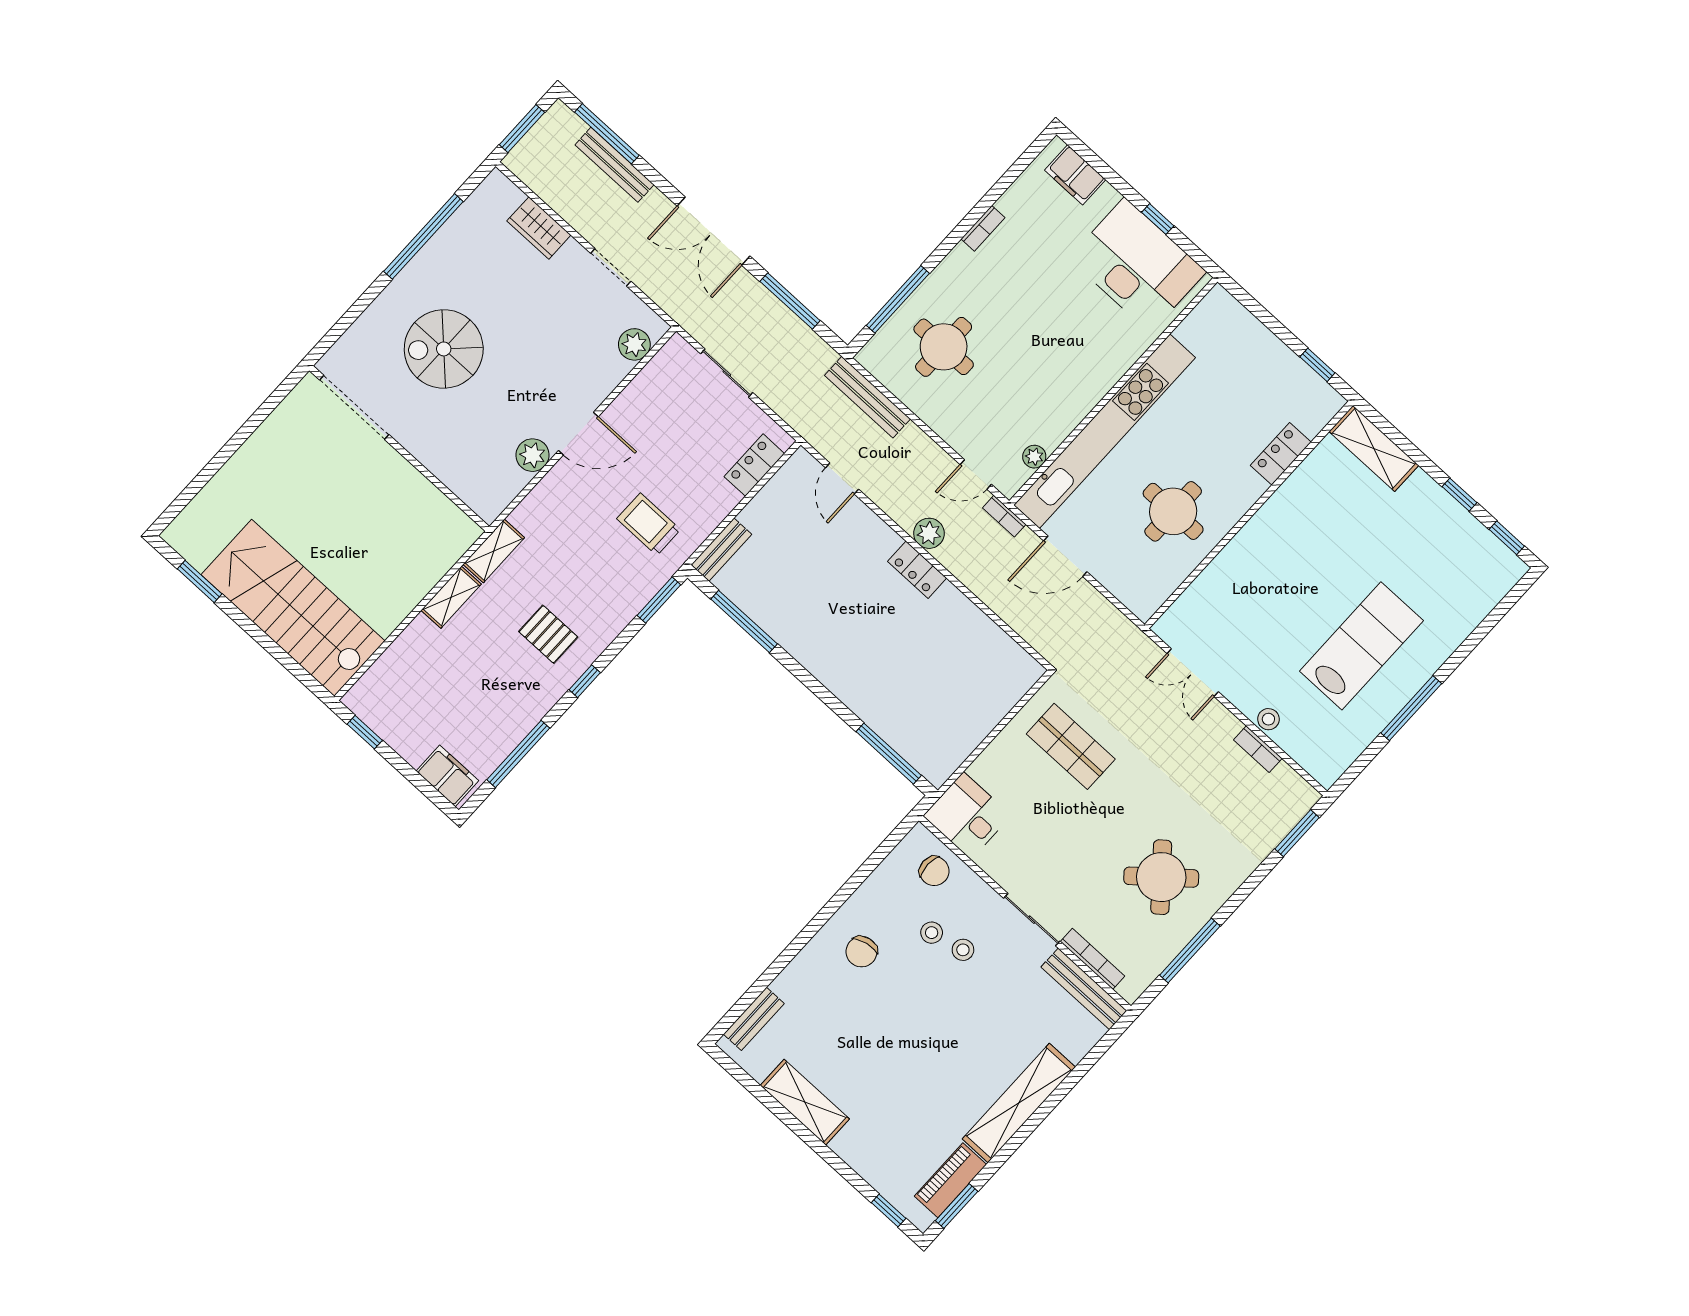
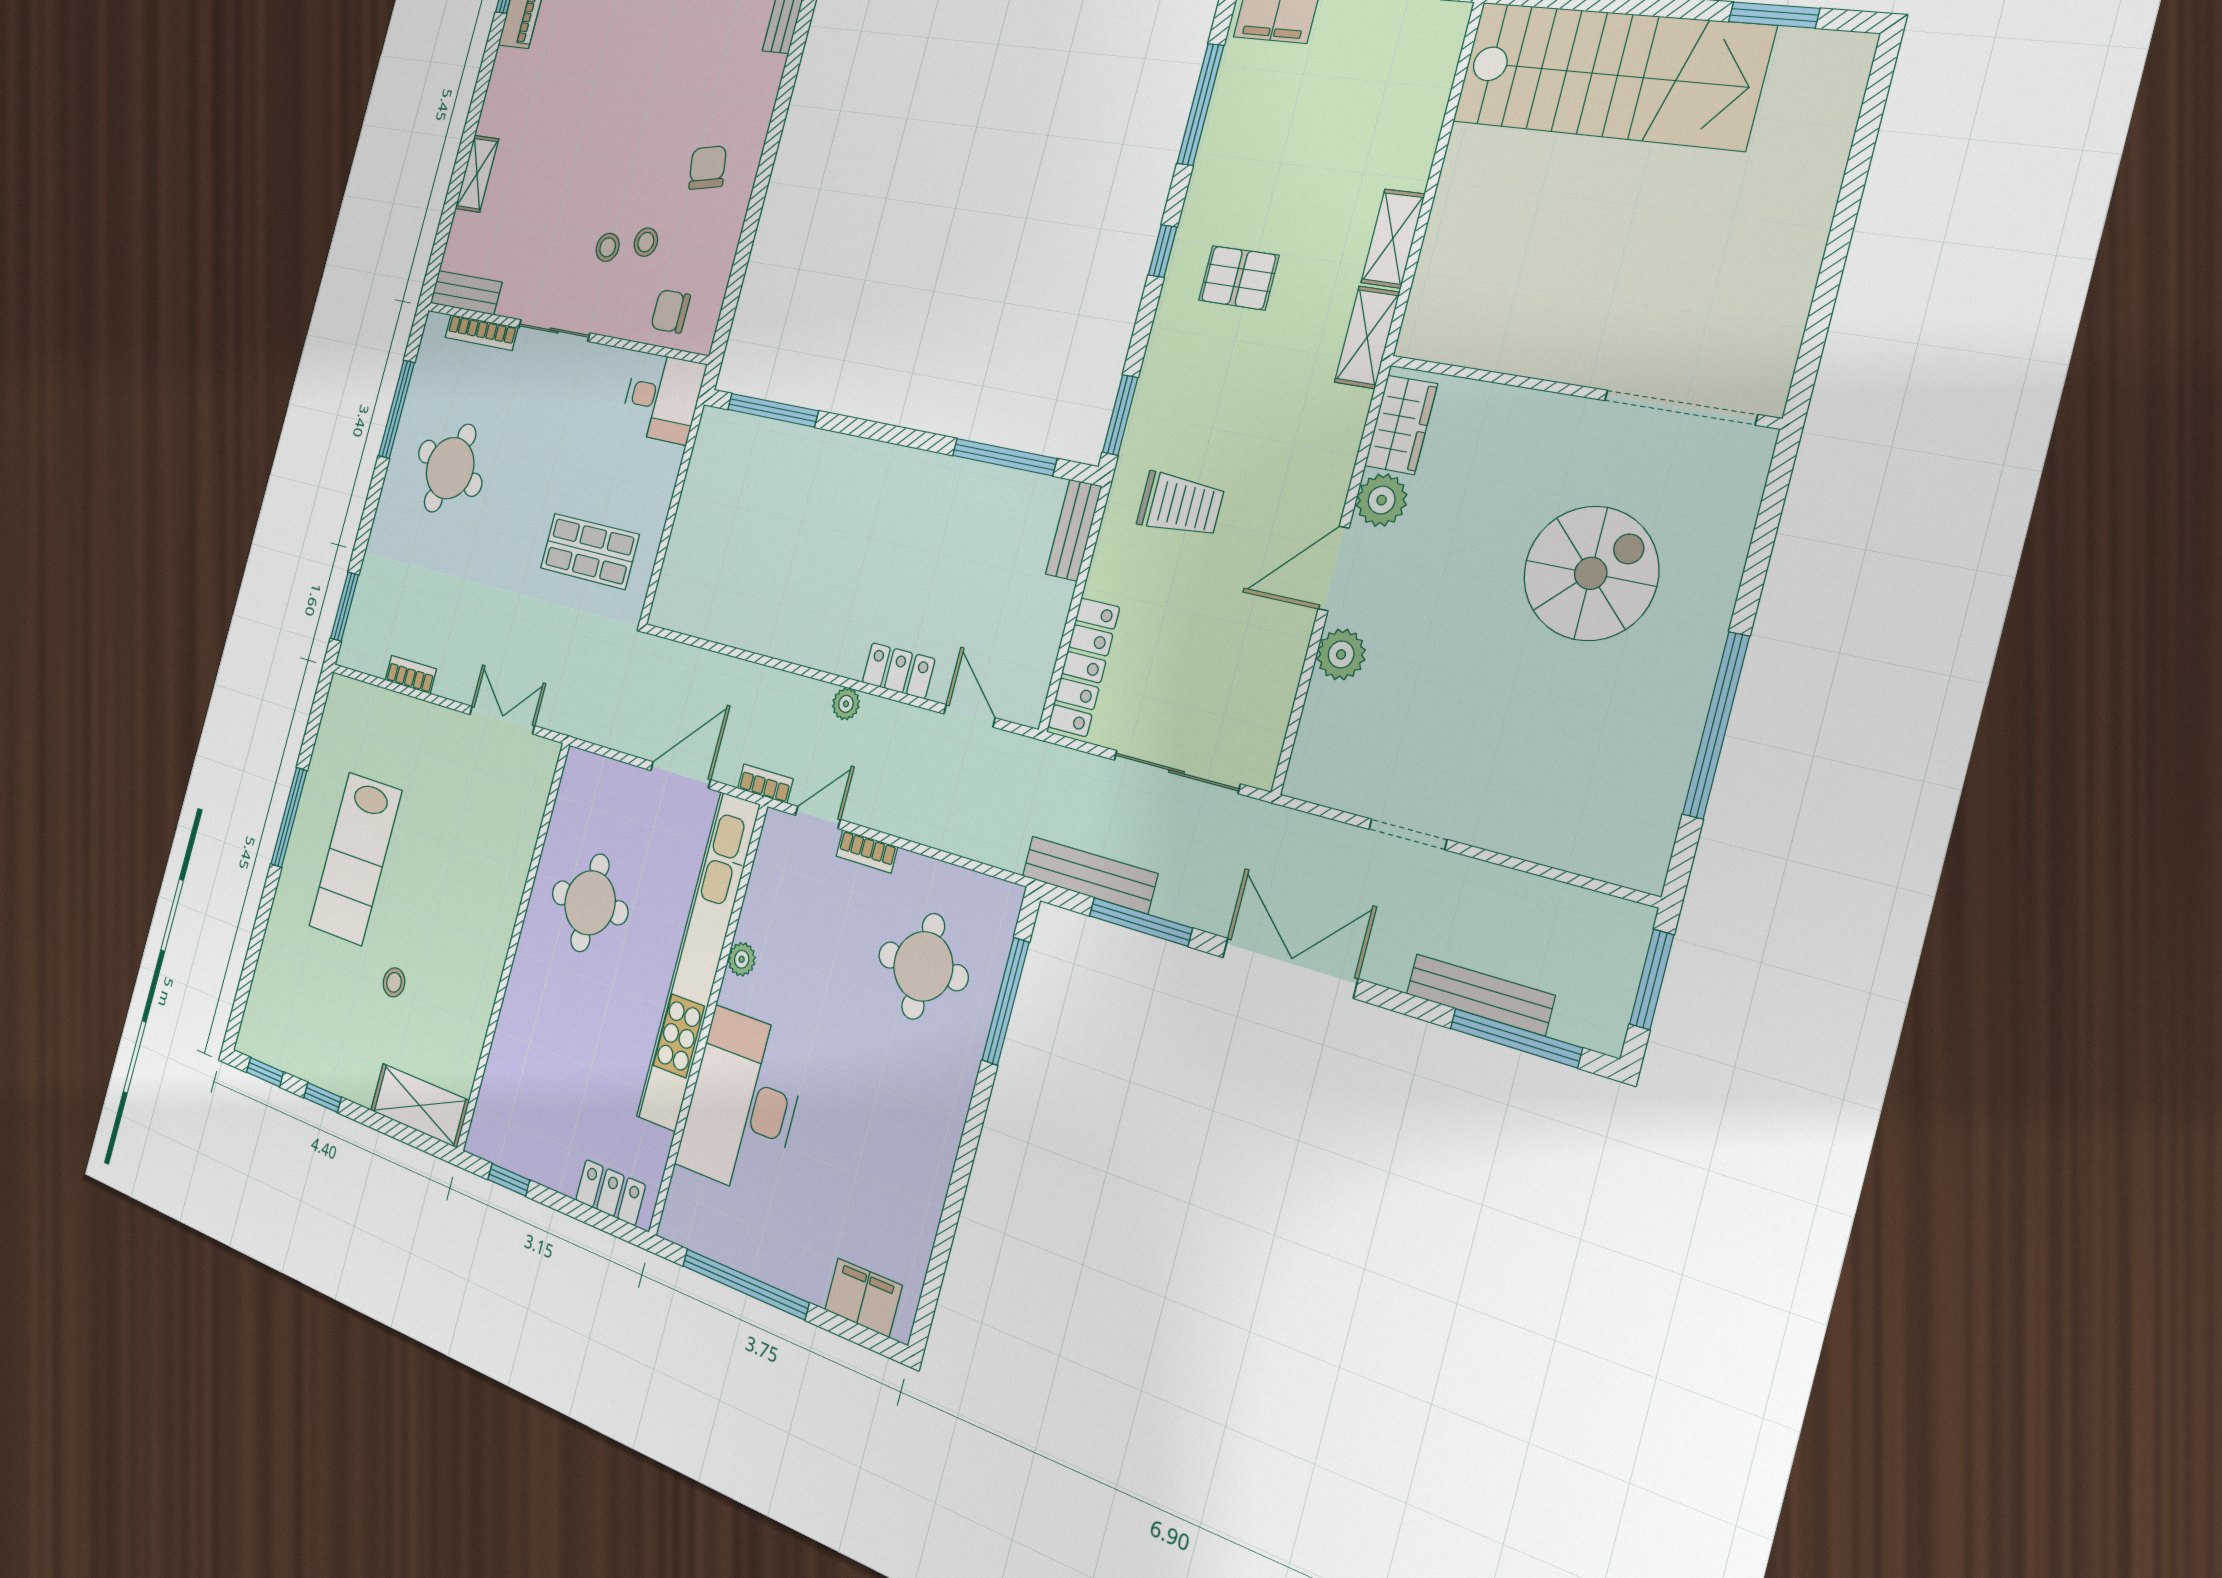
window: (1158, 219) -> (745, 1284), width x3.17
wardrobe: (539, 228) -> (1401, 425), moved, turned 90
bookcase: (983, 228) -> (867, 851), moved, turned -90
desk: (1137, 265) -> (743, 1103), moved, turned 90
plant: (634, 344) -> (1341, 654), moved
sliding door: (727, 373) -> (1176, 772), width x1.37
bench: (867, 397) -> (1089, 875), moved
locker: (1281, 454) -> (611, 1193), moved, turned -90
plant: (1034, 457) -> (742, 959), moved
locker: (754, 465) -> (1084, 667), width x1.53
plant: (929, 533) -> (846, 704), width x0.73, depth x0.73
locker: (917, 570) -> (898, 671), moved
stool: (1268, 719) -> (394, 982), moved
round table: (1161, 877) -> (450, 468), turned -33
bench: (1084, 989) -> (466, 293), width x0.73
shelving: (1019, 1103) -> (477, 174), width x0.45, depth x0.75

